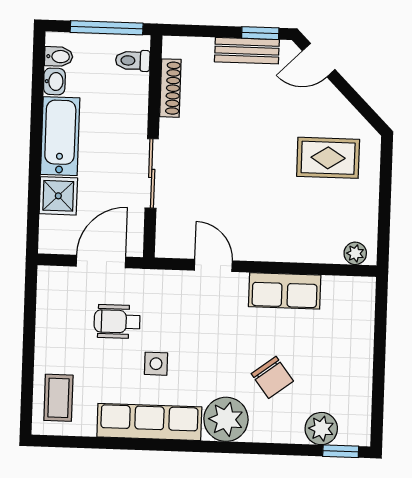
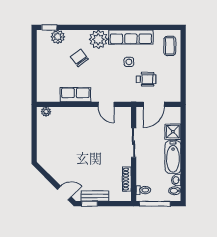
rug: (328, 158) -> (59, 152), removed

